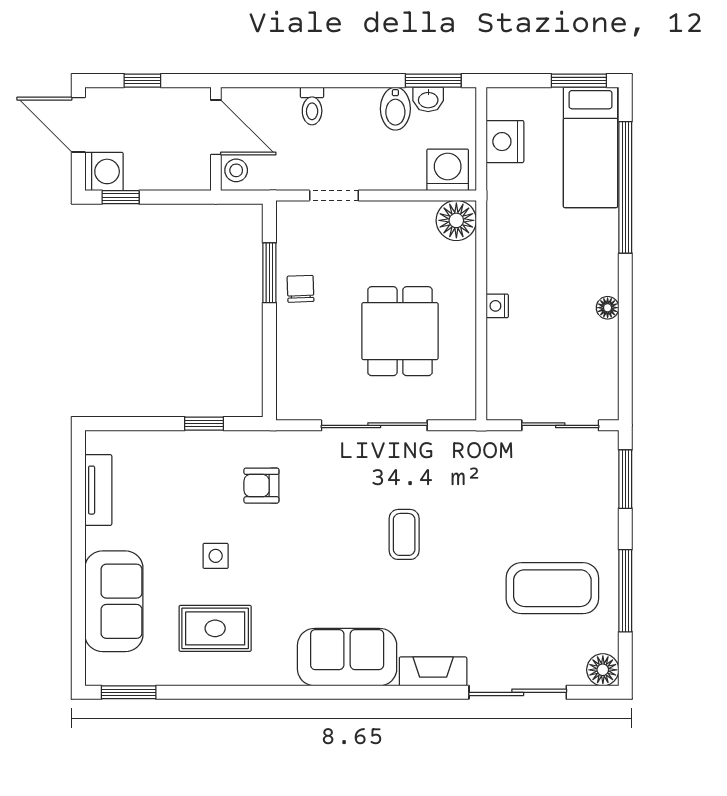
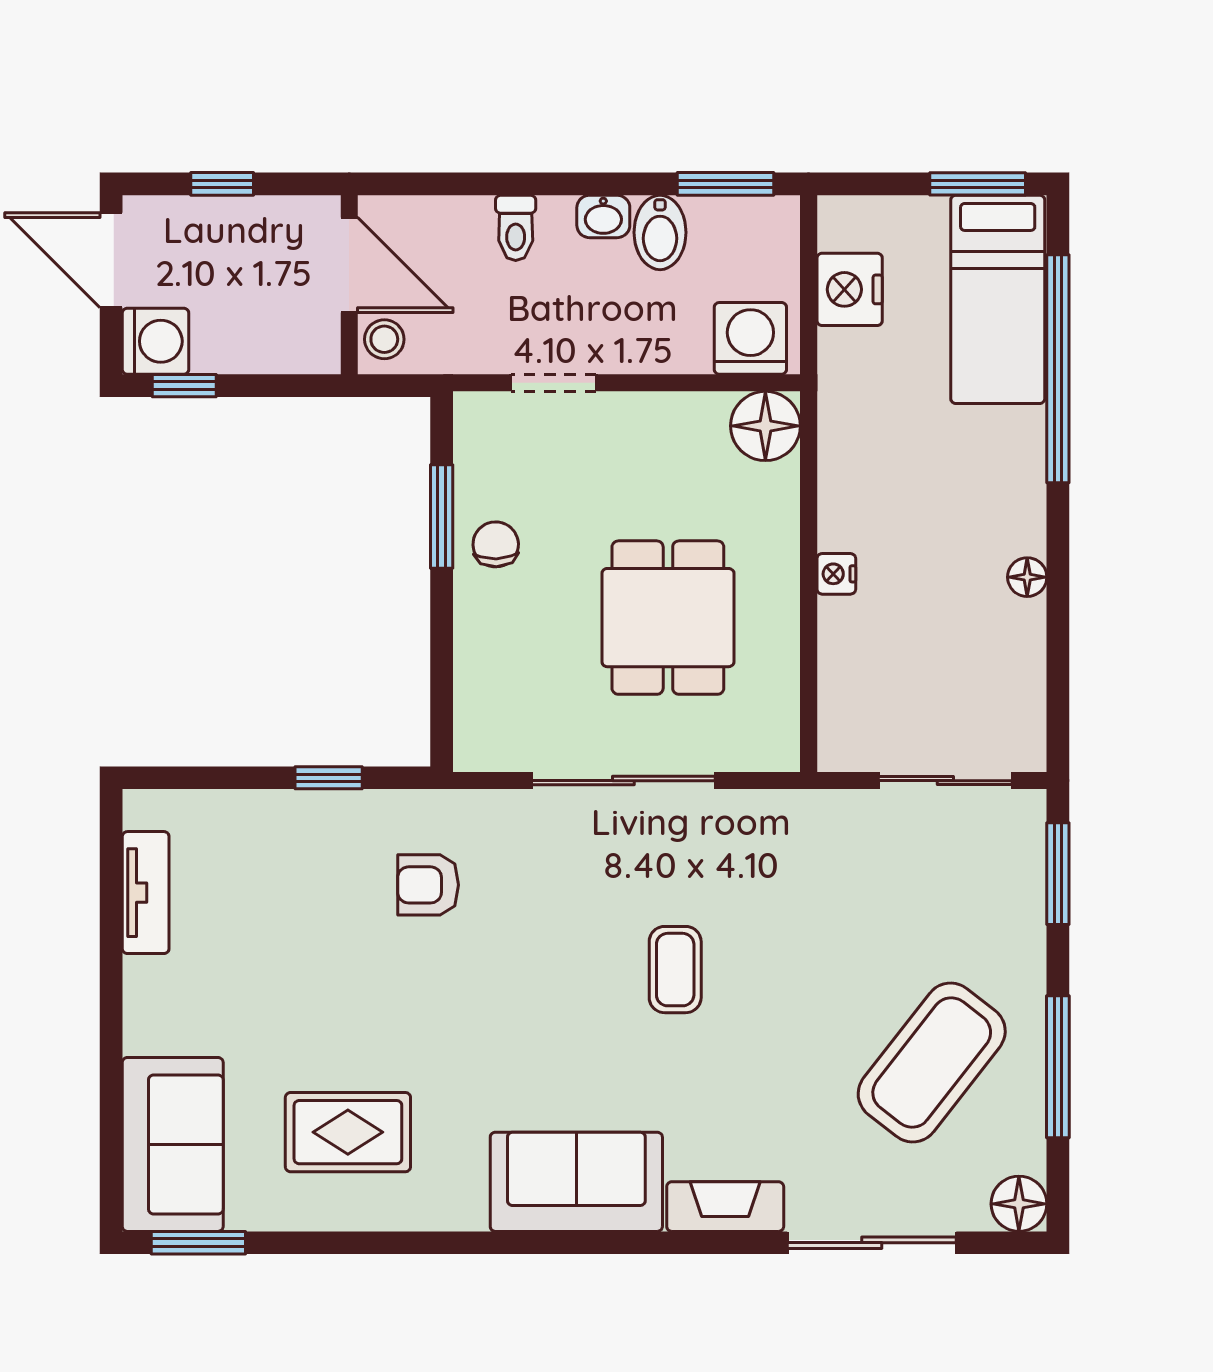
washbasin: (428, 99) -> (603, 216), moved
side table: (216, 556) -> (349, 1007), removed
coffee table: (552, 588) -> (932, 1062), turned -52
sofa: (114, 601) -> (173, 1144), moved

